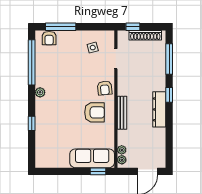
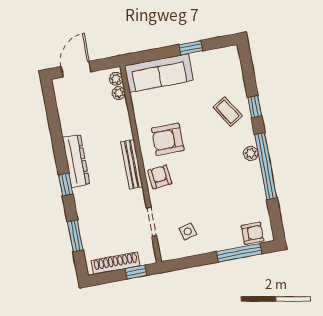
armchair: (49, 38) -> (252, 233), turned 90
window: (169, 59) -> (75, 236), width x0.69
window: (32, 62) -> (266, 166), moved
bench: (122, 113) -> (132, 164), moved
coffee table: (50, 124) -> (228, 112), added
window: (98, 171) -> (191, 48), moved

